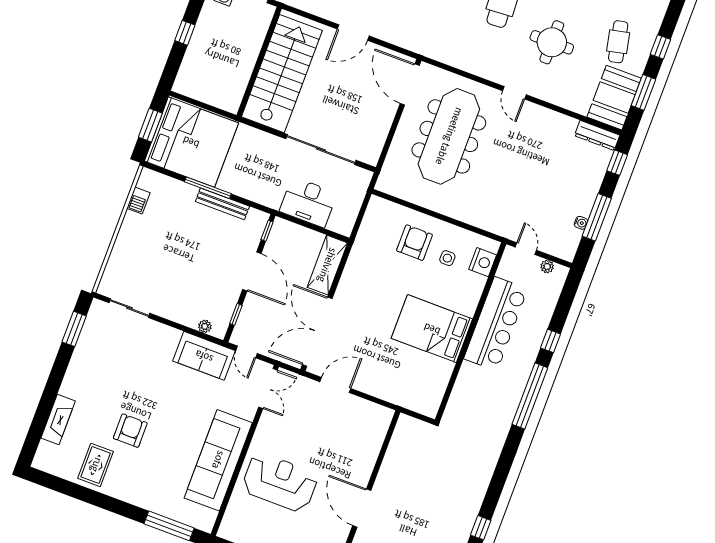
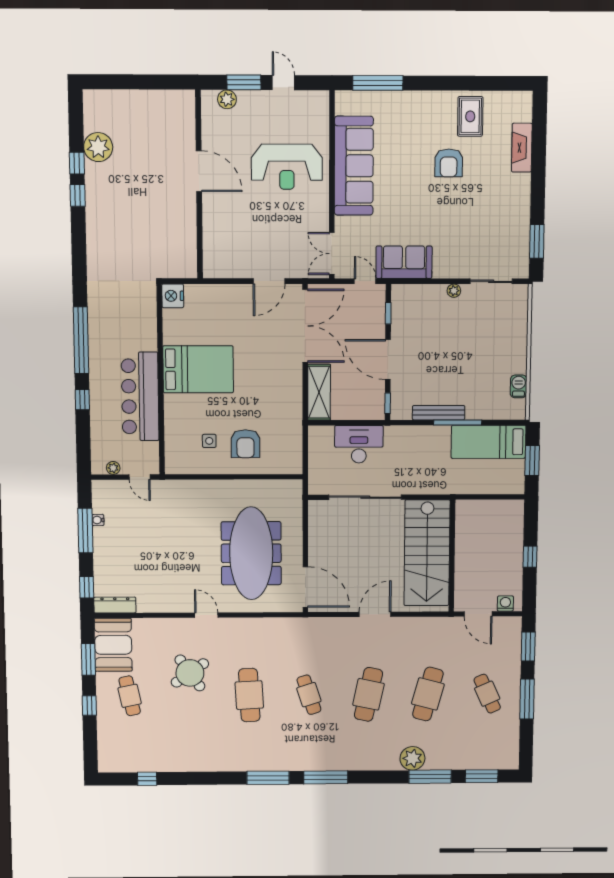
round table: (552, 42) -> (190, 673), turned -35
bed: (191, 142) -> (489, 442), width x0.49
nightstand: (483, 262) -> (173, 296), moved
plant: (205, 326) -> (454, 291), moved

